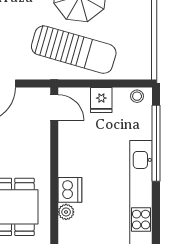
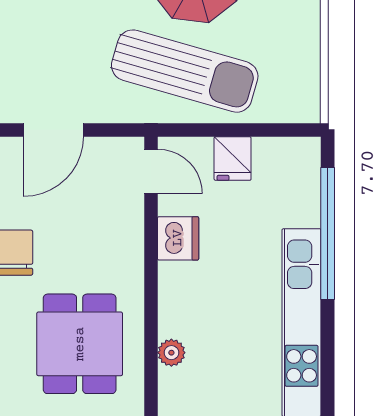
stool: (137, 96) -> (295, 152), removed
dishwasher: (70, 190) -> (178, 238), moved

